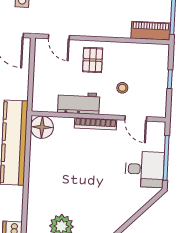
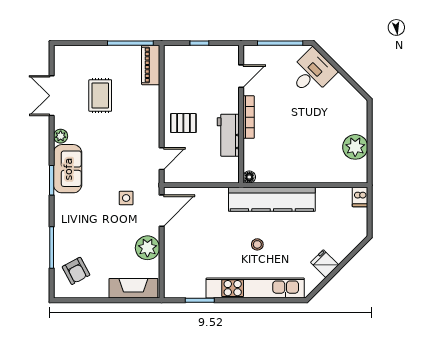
stool: (122, 88) -> (210, 91), removed
floor lamp: (42, 127) -> (249, 177), width x0.53, depth x0.53
desk: (145, 169) -> (312, 73), moved, turned 45

